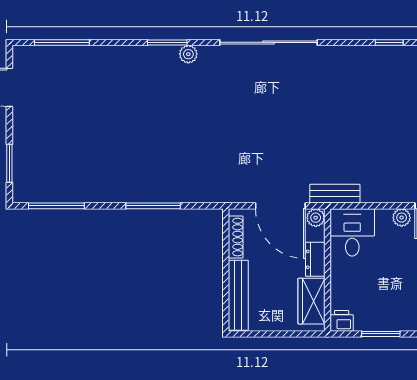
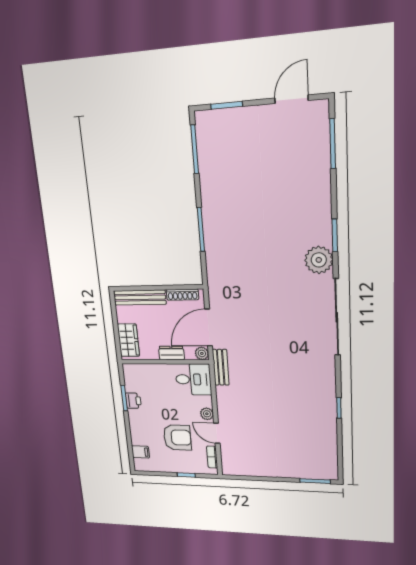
plant: (188, 54) -> (319, 260), width x1.87, depth x1.87
wardrobe: (311, 301) -> (128, 340), moved, turned 90
printer: (342, 321) -> (133, 401), moved

